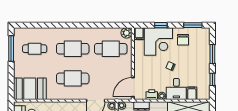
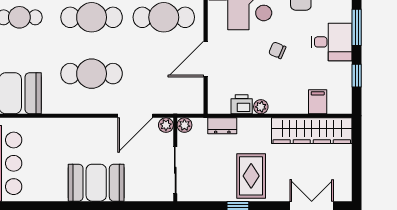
door: (133, 87) -> (206, 59), moved
desk: (176, 89) -> (332, 42), moved, turned -90

